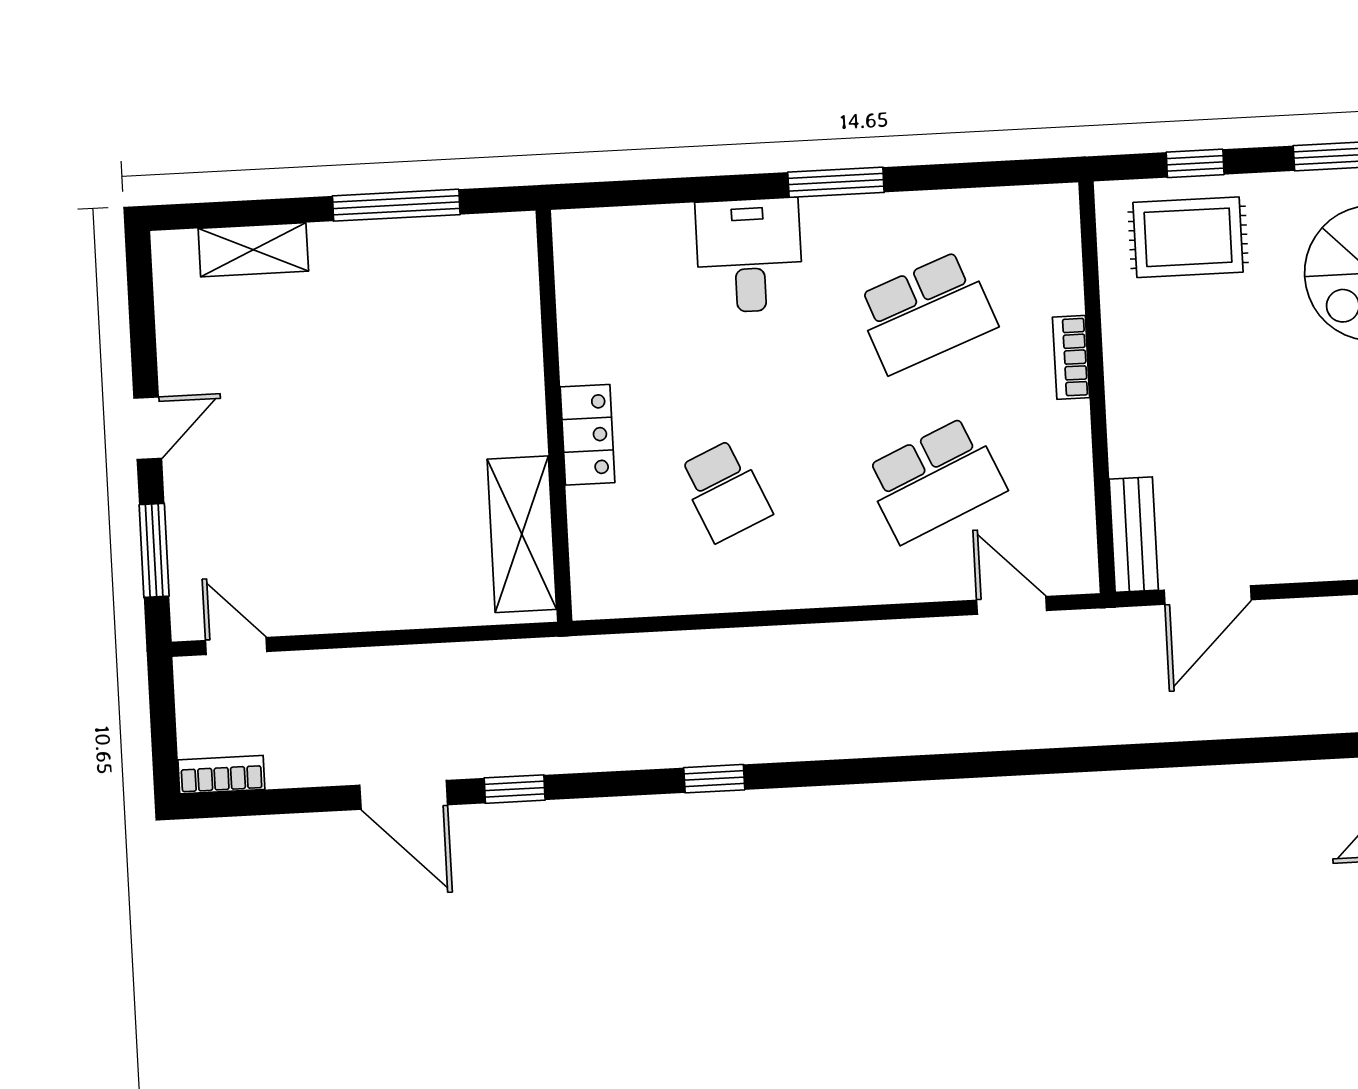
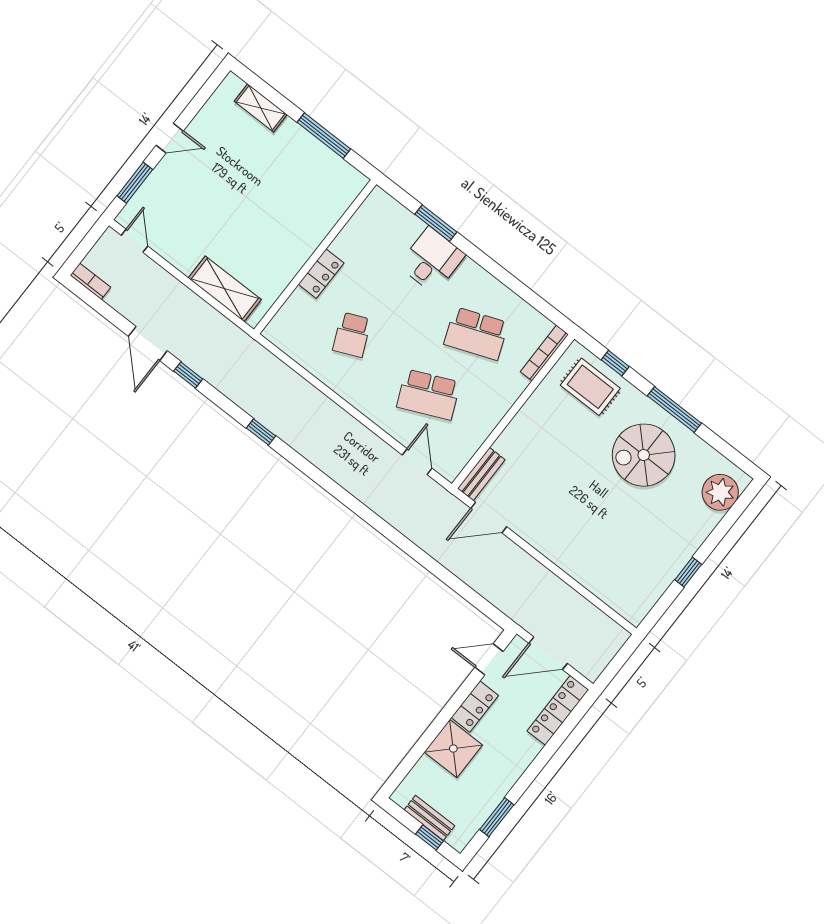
window: (836, 182) -> (436, 223), moved
bookcase: (1071, 357) -> (544, 353), moved, width x1.56
shelving: (522, 534) -> (225, 289), moved, turned 90

